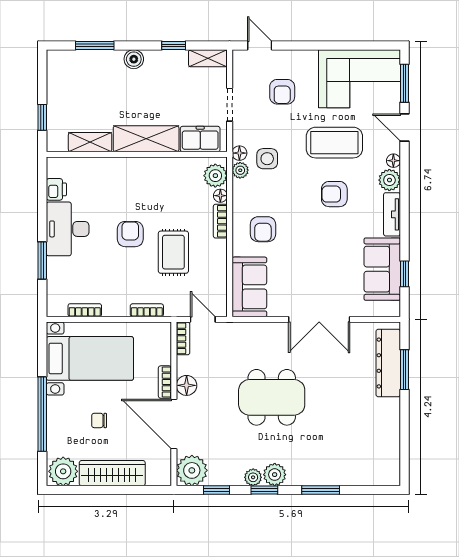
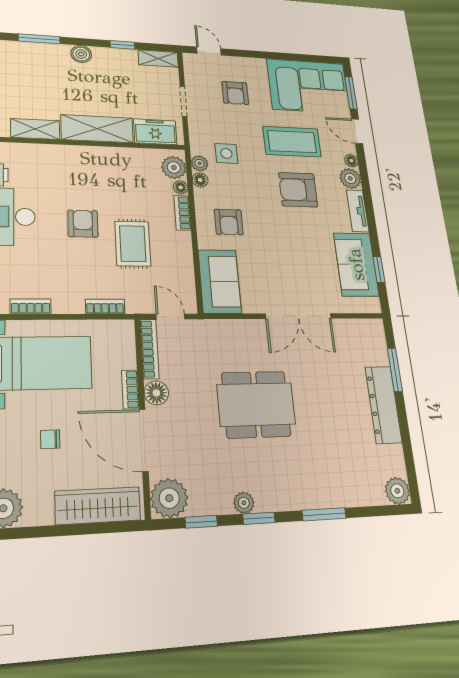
floor lamp: (239, 153) -> (200, 180), moved
armchair: (334, 194) -> (298, 190), width x1.38, depth x1.38
bookcase: (183, 338) -> (150, 349), width x1.56
dresser: (388, 363) -> (383, 405), moved
wardrobe: (112, 473) -> (98, 506), moved
plant: (275, 475) -> (397, 491), moved

